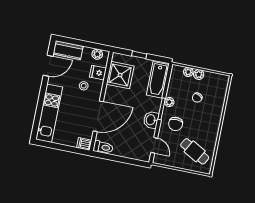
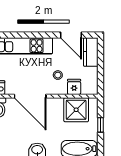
plant: (97, 54) -> (93, 82), removed

